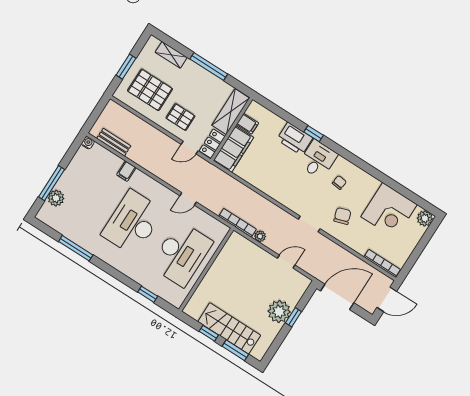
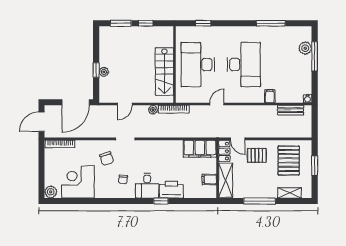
pallet: (150, 90) -> (289, 160), turned 90
door: (190, 148) -> (238, 139), swing flipped
filing cabinet: (233, 149) -> (200, 149), moved, turned -90
plant: (279, 312) -> (104, 72), width x0.53, depth x0.53
stairs: (229, 328) -> (164, 71), moved, turned 90

